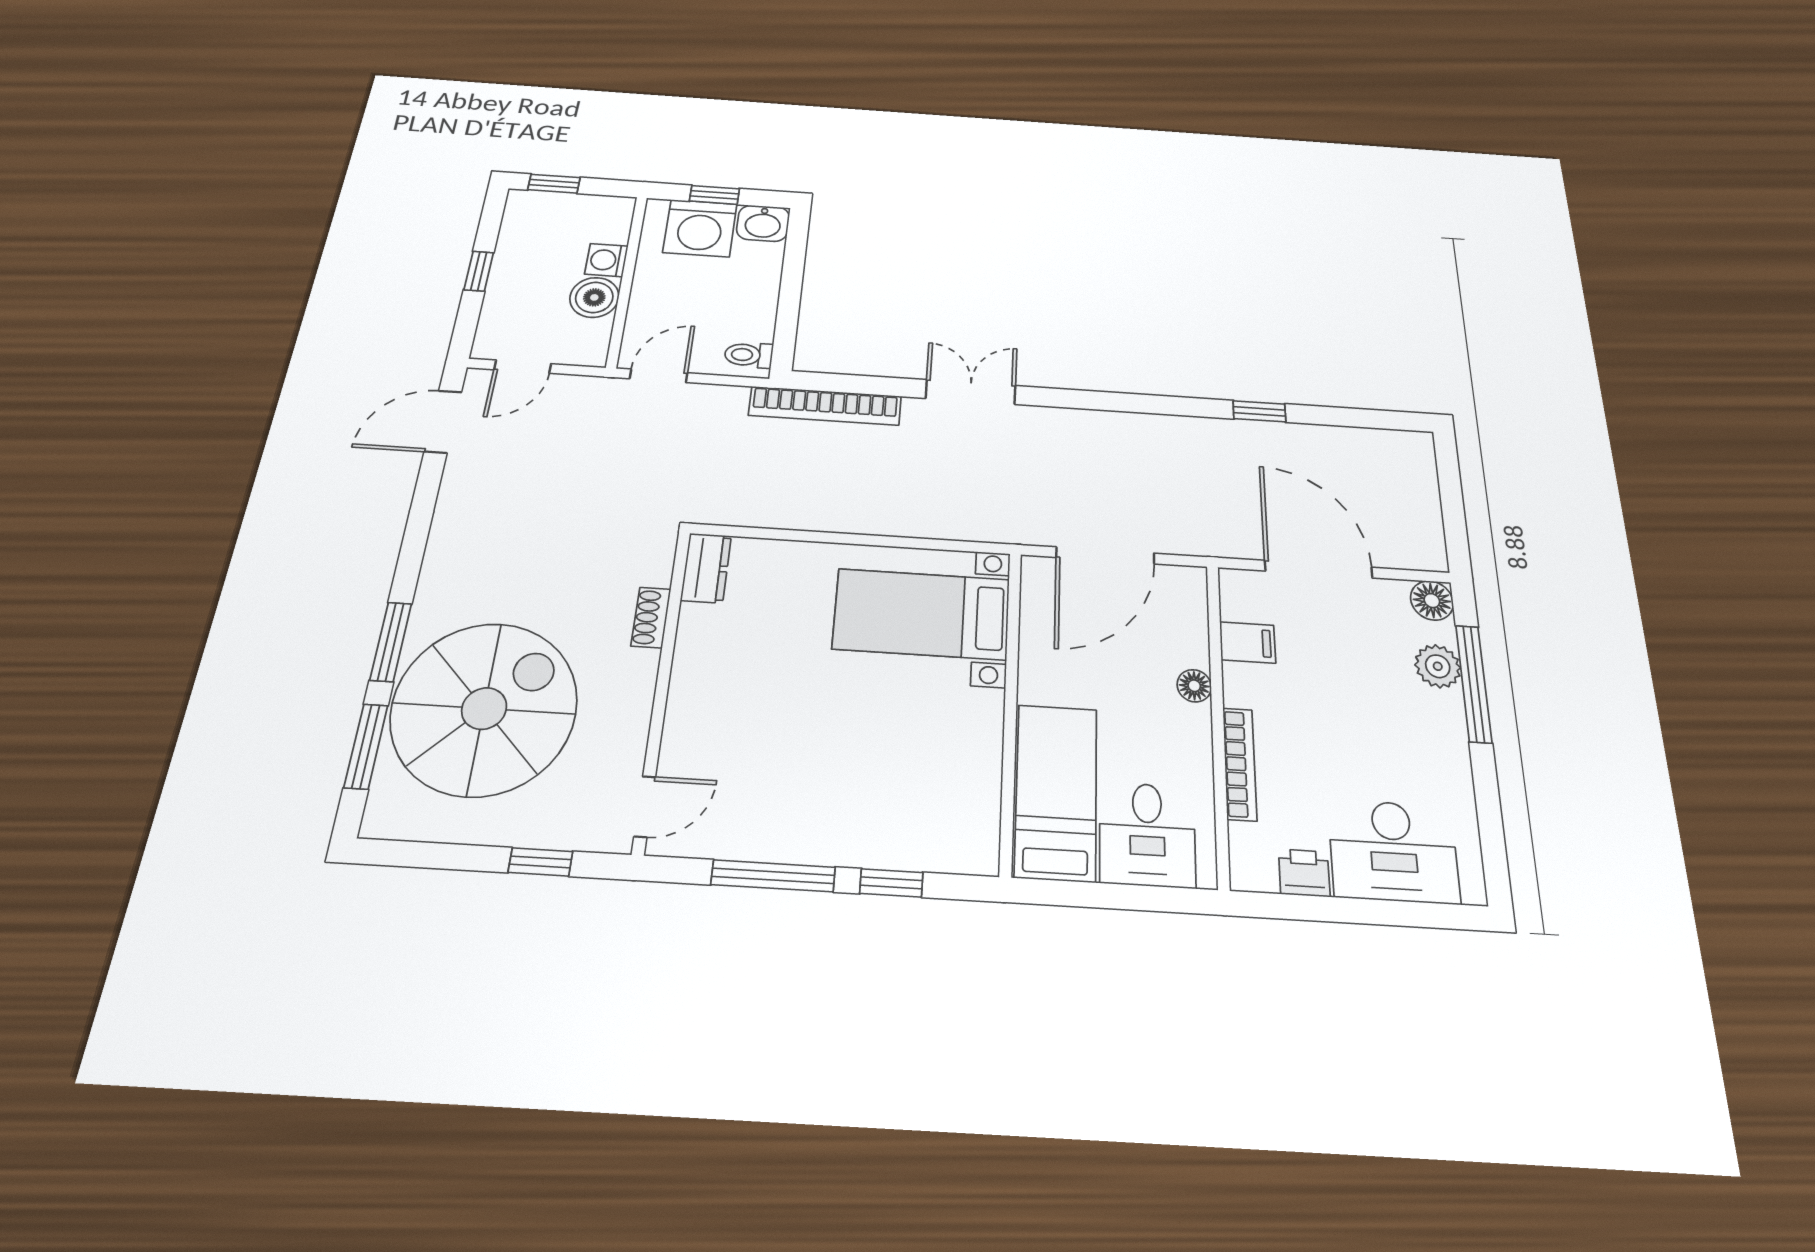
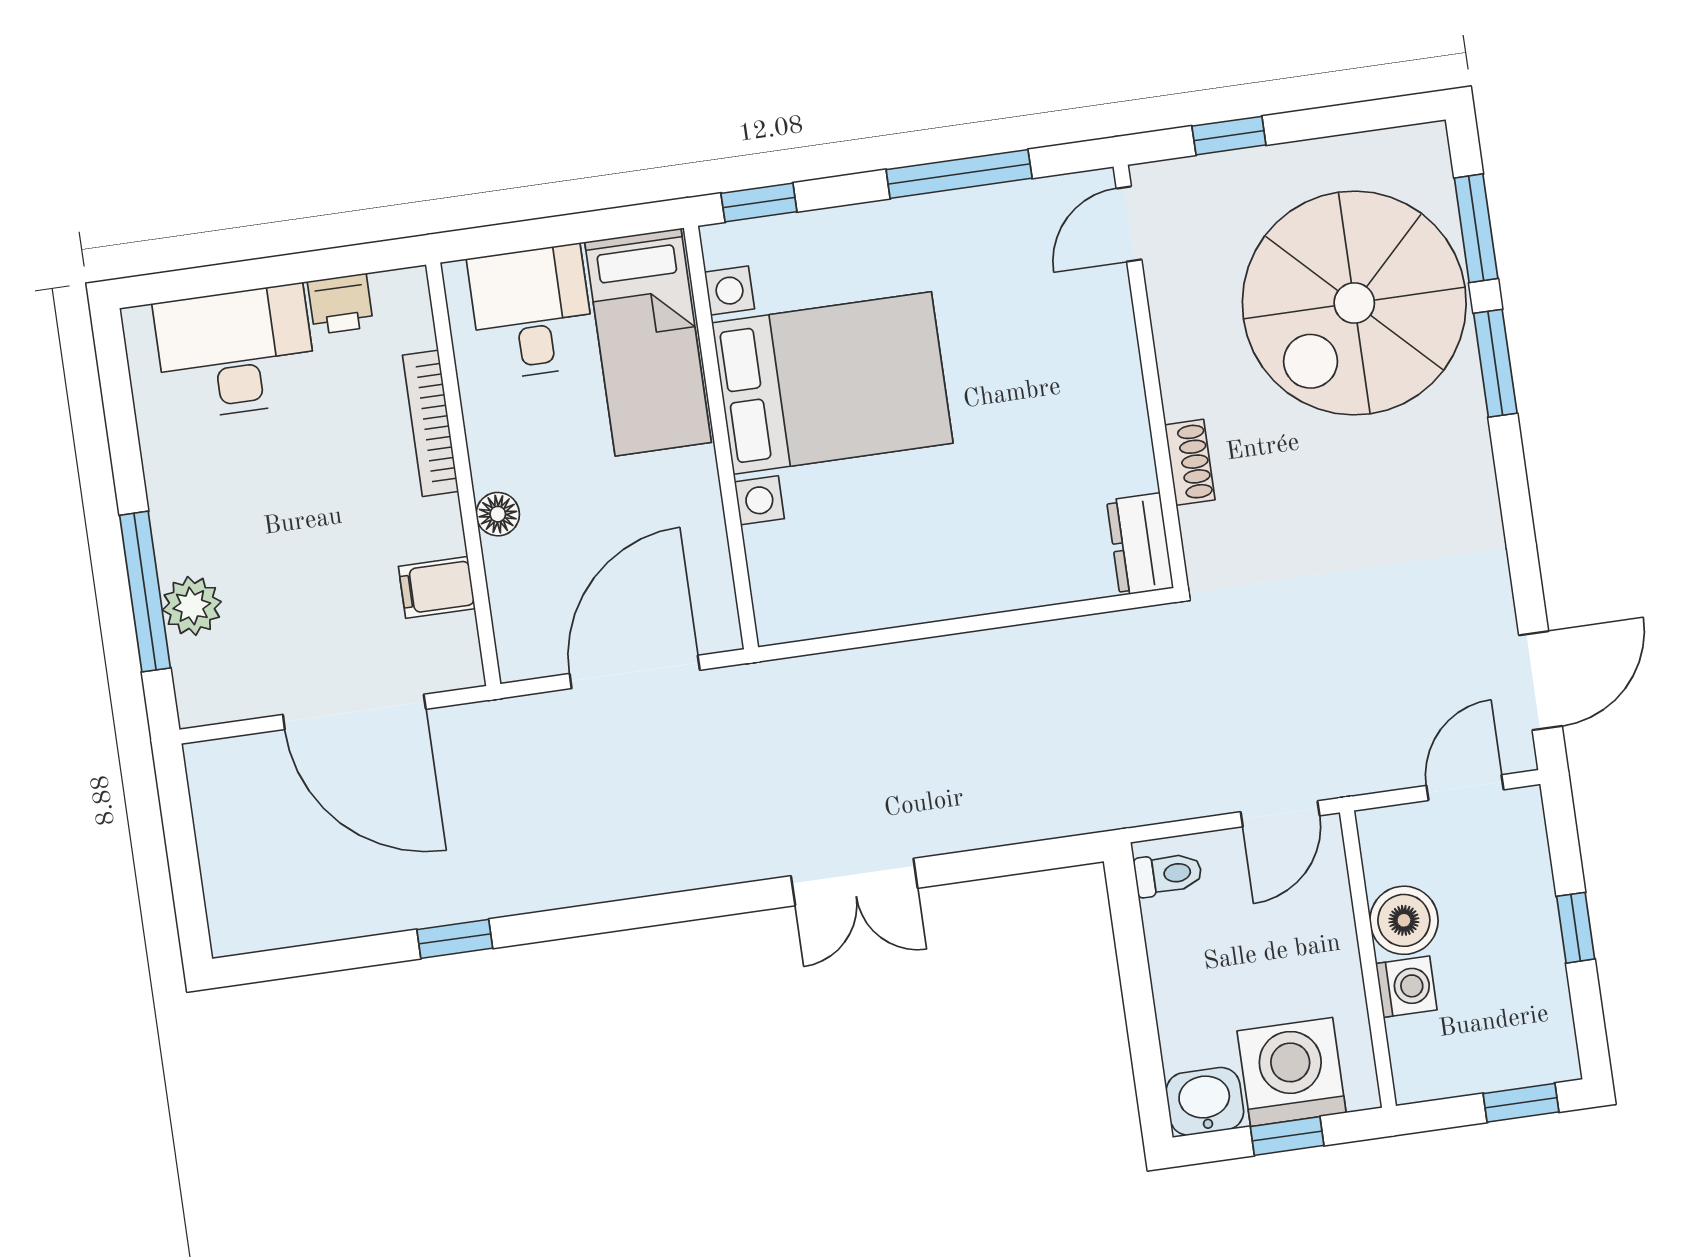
bookcase: (825, 406) -> (1046, 817), removed
floor lamp: (1432, 601) -> (203, 698), removed
bed with nightstands: (922, 614) -> (832, 383), moved, width x1.36
window: (891, 883) -> (759, 202), moved

